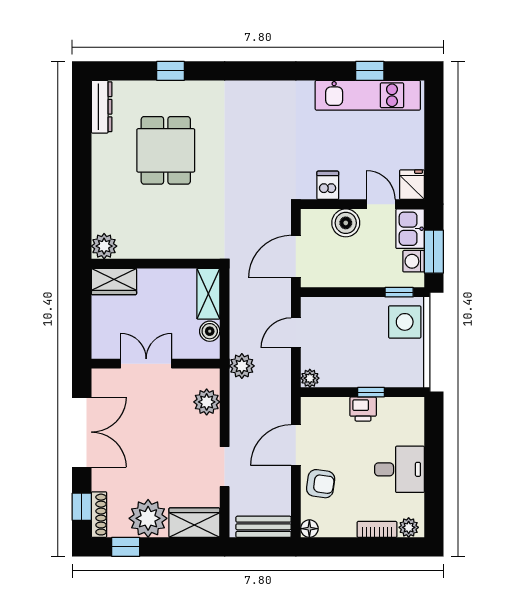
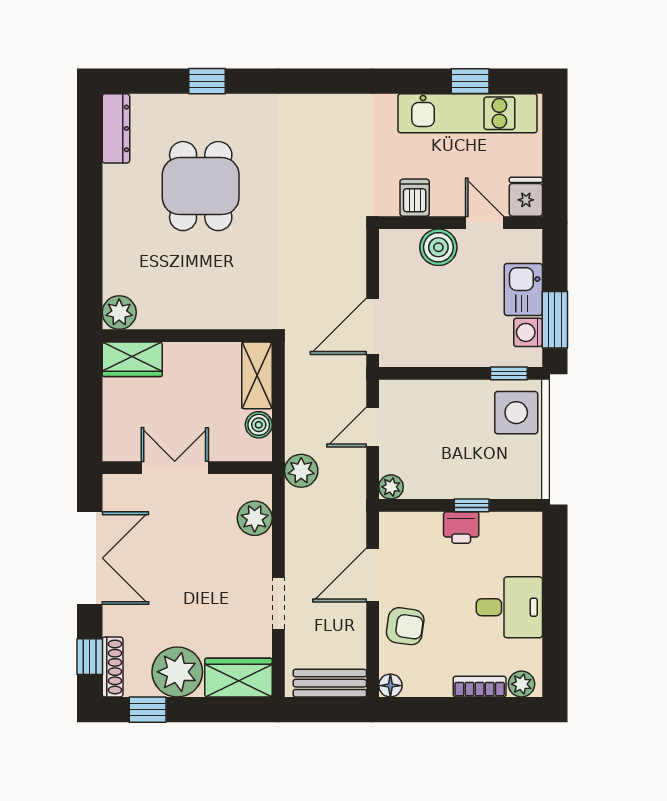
dishwasher: (328, 185) -> (415, 198), moved
fridge: (412, 185) -> (526, 197), moved
wall: (363, 204) -> (461, 223), moved
door: (381, 204) -> (484, 223), moved
boiler: (346, 223) -> (438, 247), moved

